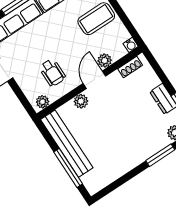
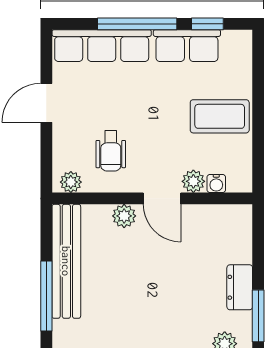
water cooler: (131, 45) -> (216, 184), moved
shoe rack: (130, 67) -> (223, 213), removed
door: (94, 80) -> (162, 198), swing flipped

